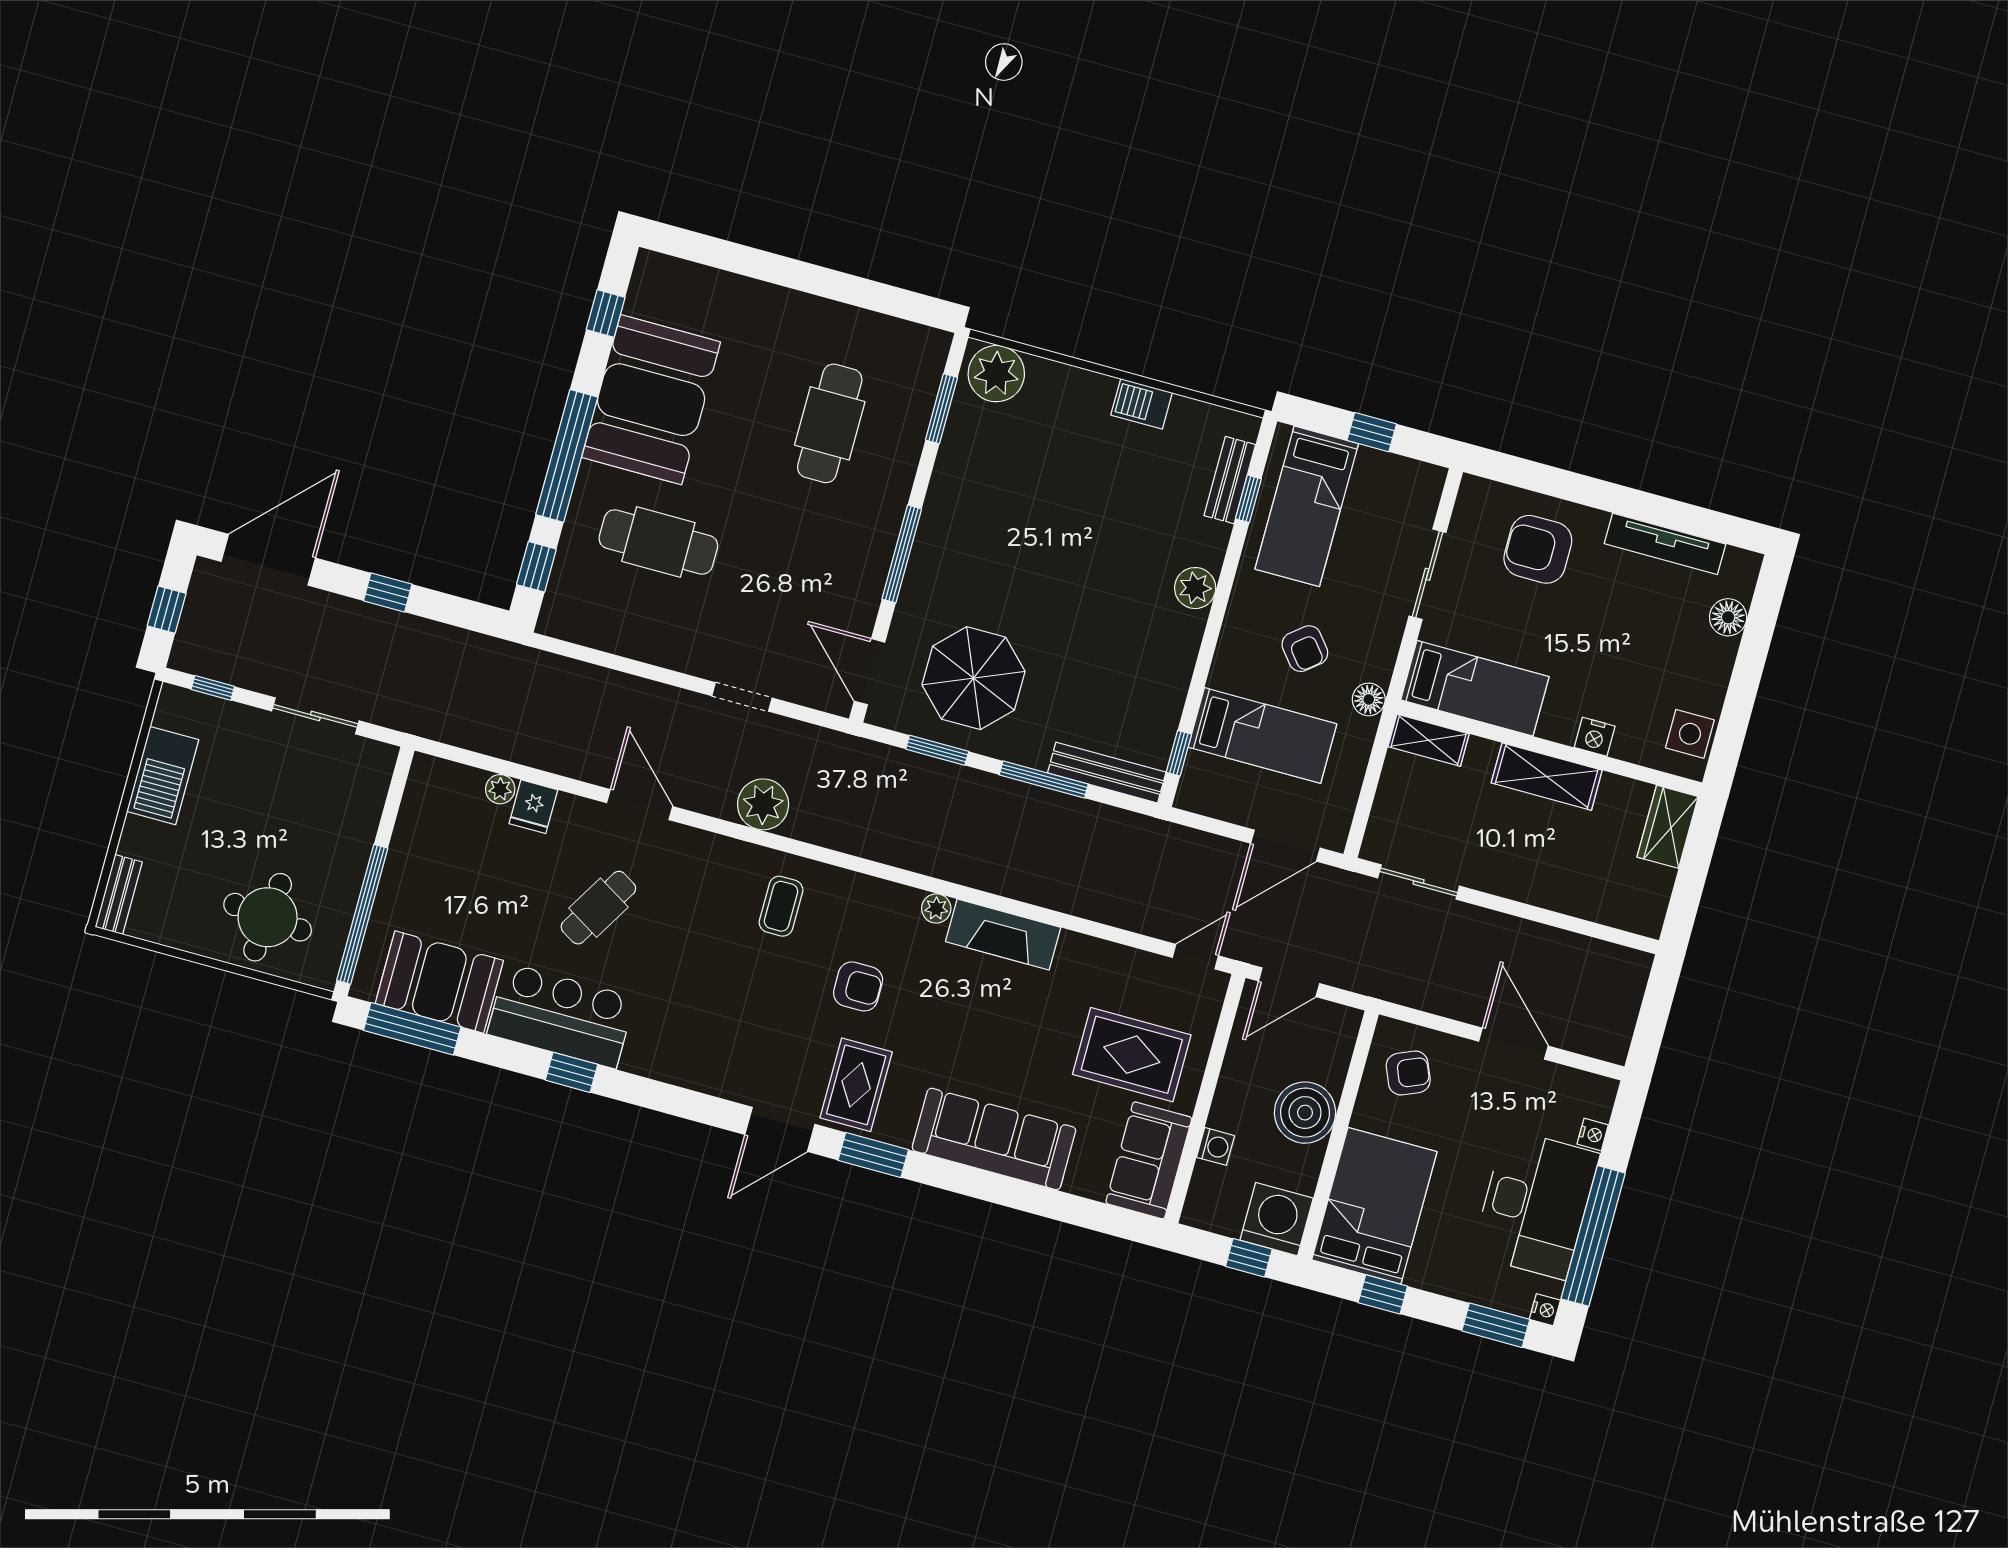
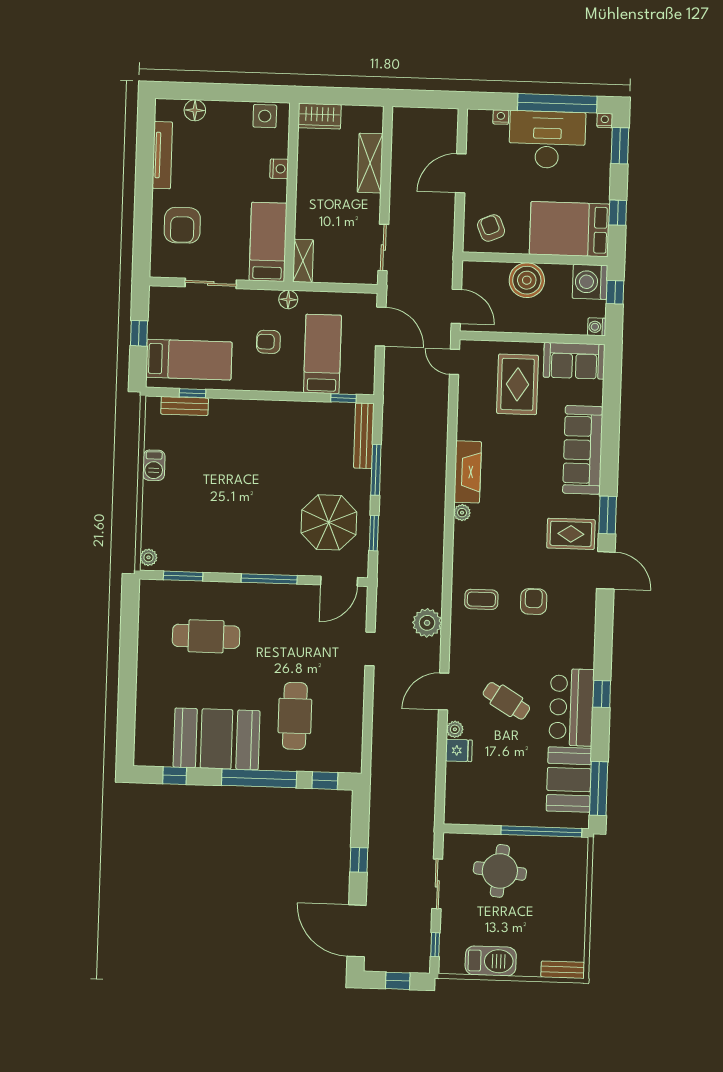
plant: (996, 374) -> (148, 557), width x0.53, depth x0.53
plant: (1195, 588) -> (249, 411), removed
armchair: (1305, 649) -> (268, 342), turned -141
shelving: (1547, 777) -> (370, 163), moved
plant: (500, 789) -> (455, 729), moved
round table: (268, 917) -> (500, 871), moved
armchair: (858, 986) -> (534, 602), moved
washing machine: (1215, 1146) -> (597, 327), moved, turned -90

